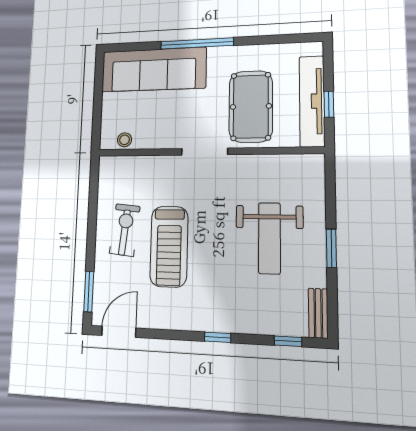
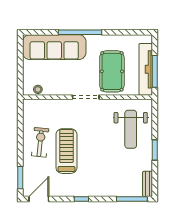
window: (329, 104) -> (155, 71), width x2.17
weight bench: (269, 238) -> (131, 129), moved
treadmill: (169, 246) -> (66, 151), turned 180
window: (218, 337) -> (81, 199), moved
window: (288, 341) -> (132, 199), width x2.17

